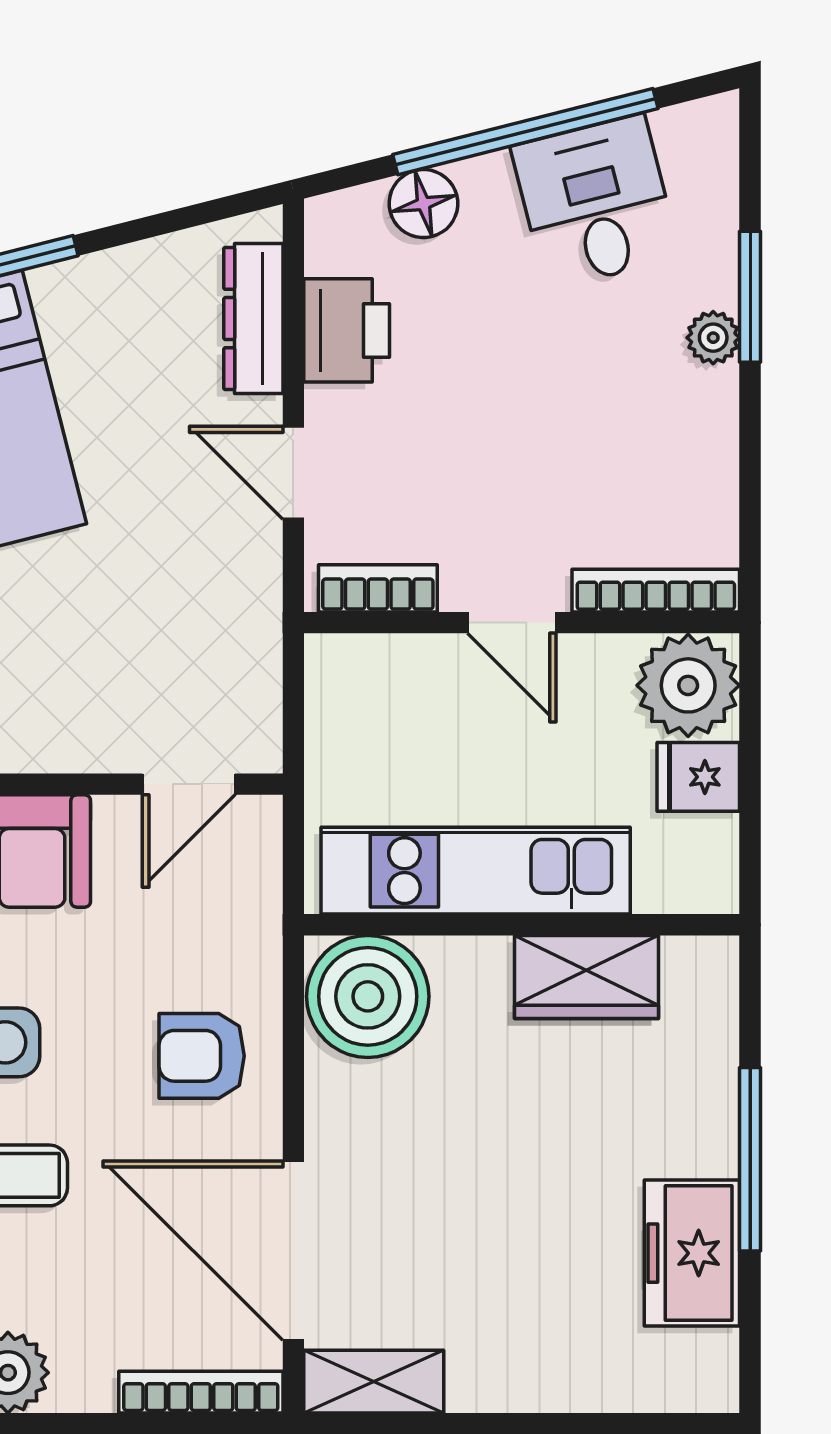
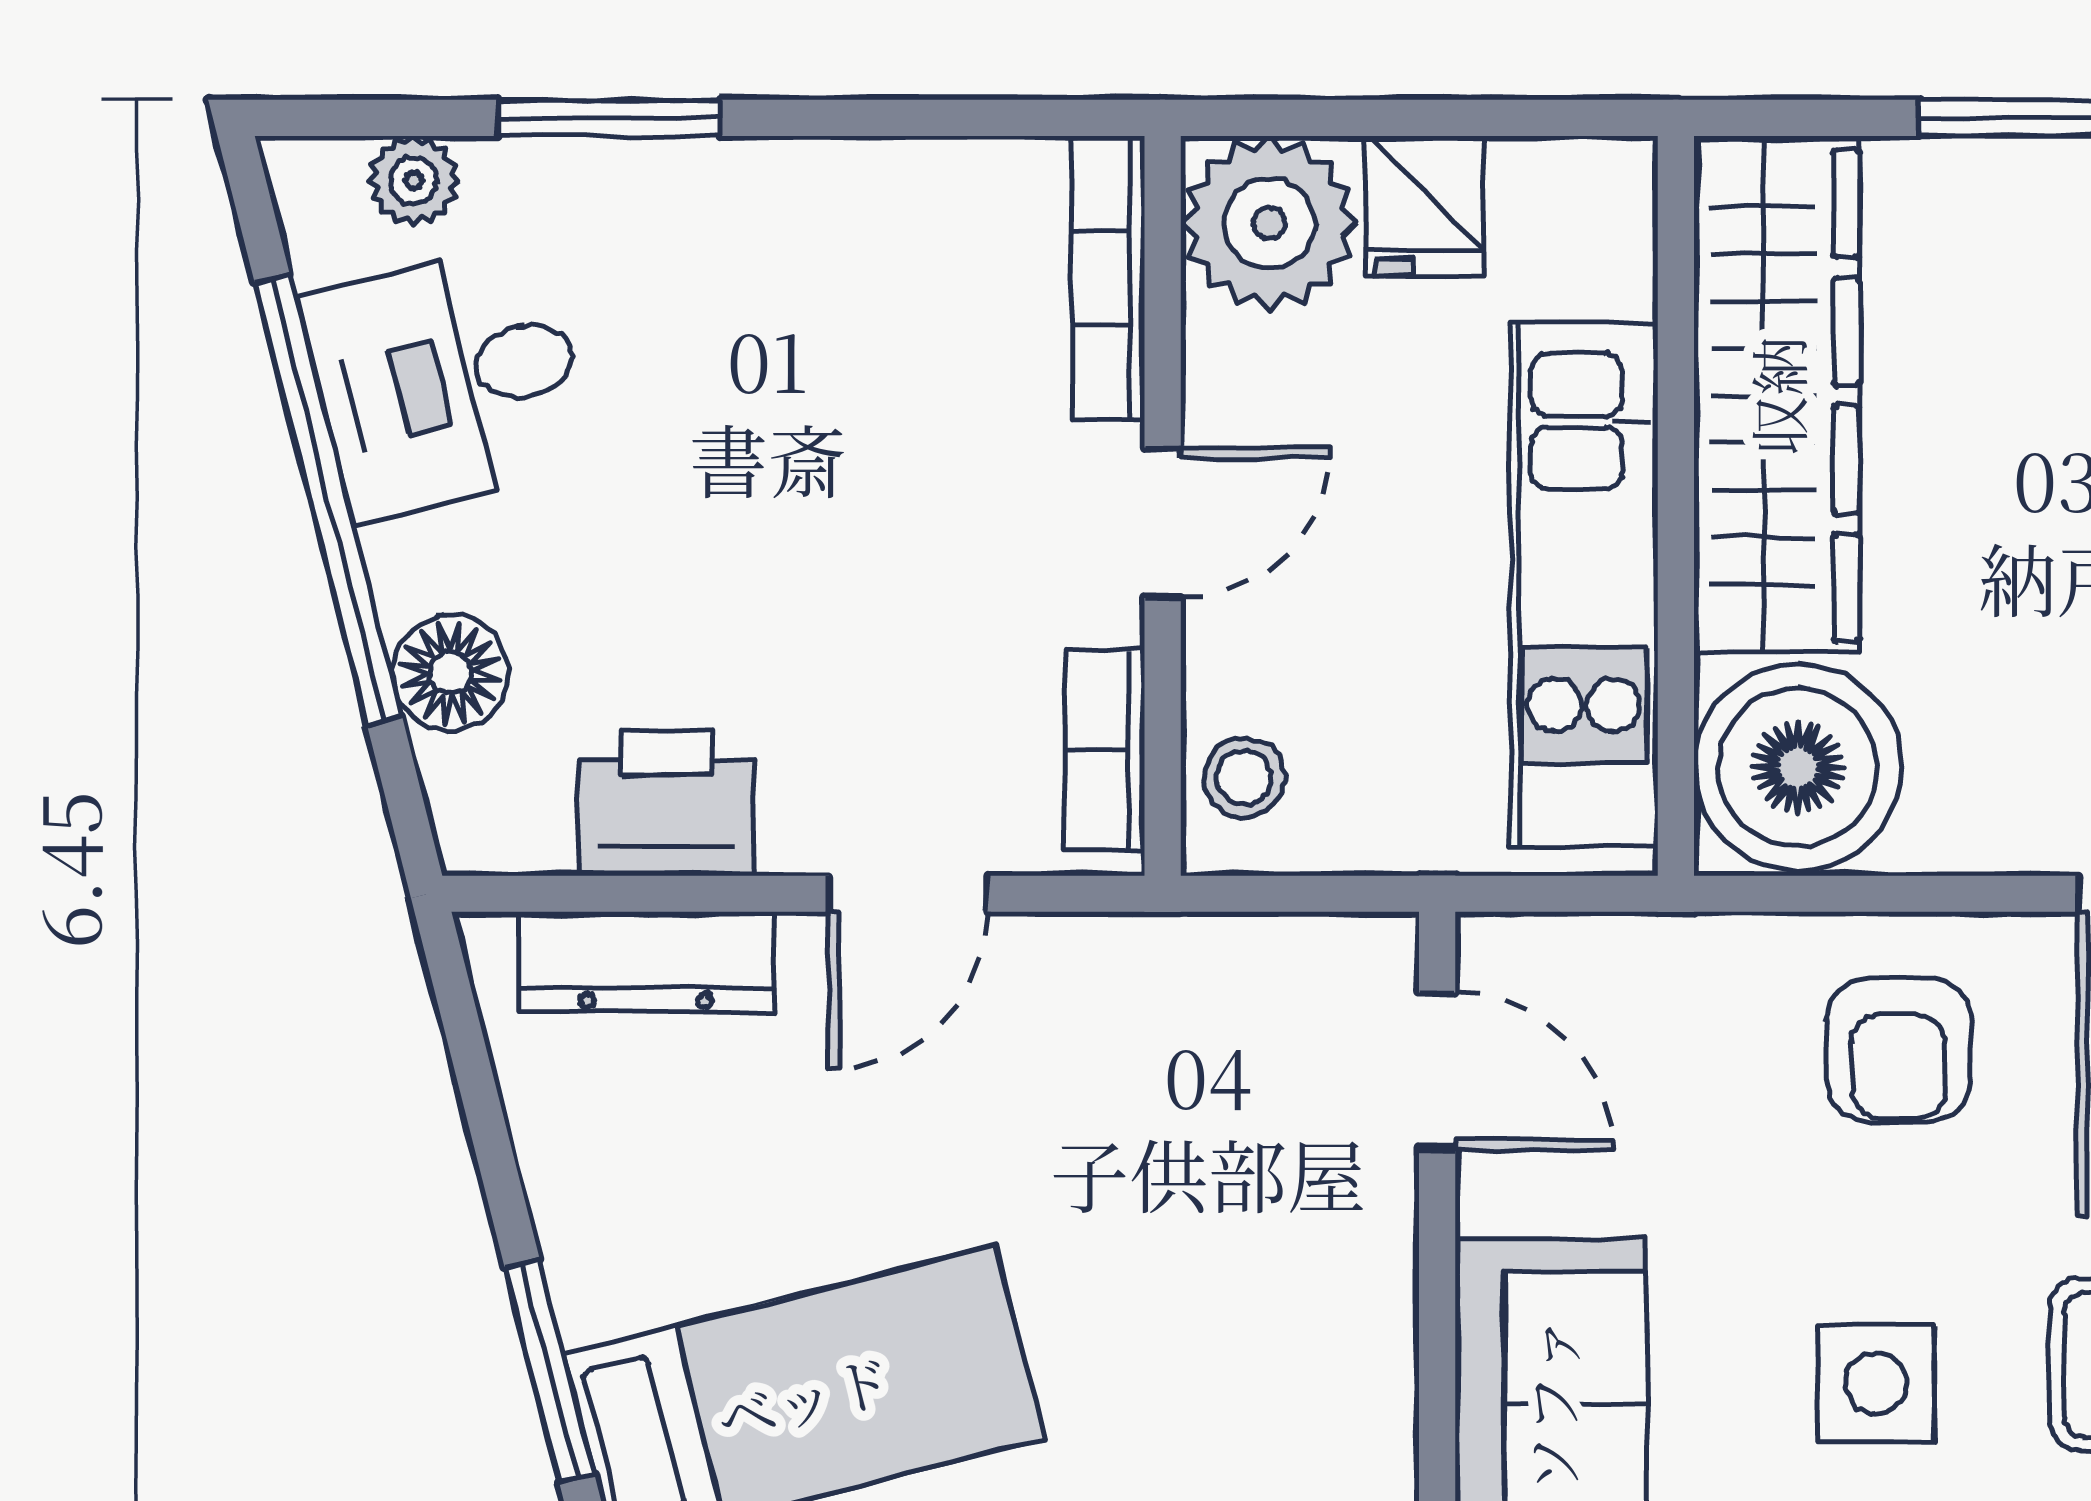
plant: (713, 338) -> (414, 180), moved
stool: (362, 671) -> (1244, 778), added
wardrobe: (587, 977) -> (1777, 396), width x2.10, depth x1.17

